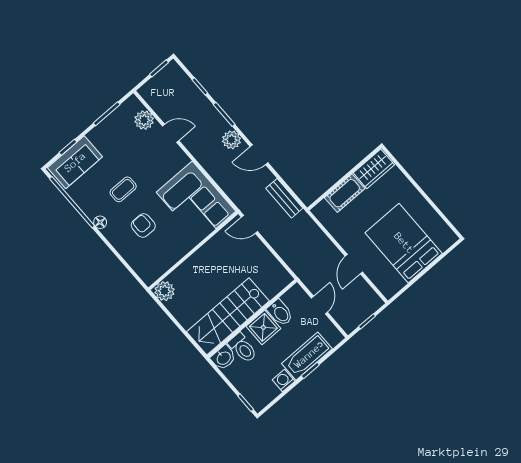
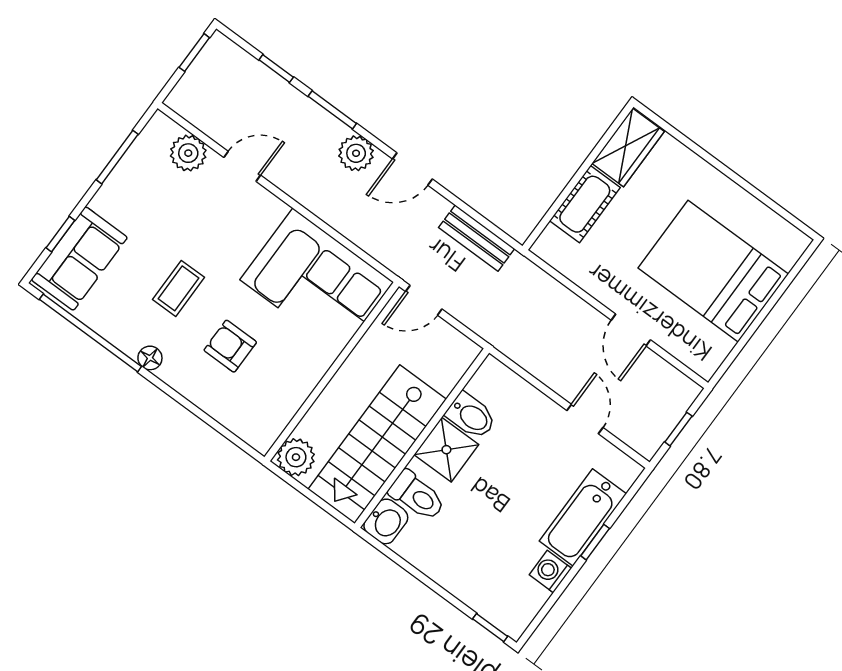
bidet: (280, 313) -> (471, 416), moved
stairs: (228, 316) -> (377, 444), moved
wall: (252, 319) -> (422, 438), moved
shower: (263, 327) -> (446, 450), moved
toilet: (243, 348) -> (417, 496), moved
washbasin: (223, 358) -> (386, 521), moved

